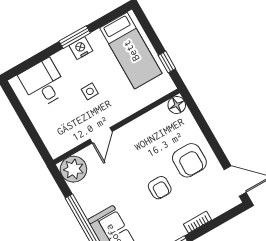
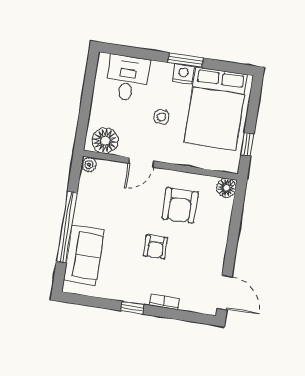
bed: (131, 51) -> (216, 109), width x1.50
floor lamp: (63, 140) -> (105, 141), added
armchair: (189, 160) -> (180, 205), moved
plant: (73, 169) -> (89, 165), width x0.53, depth x0.53

